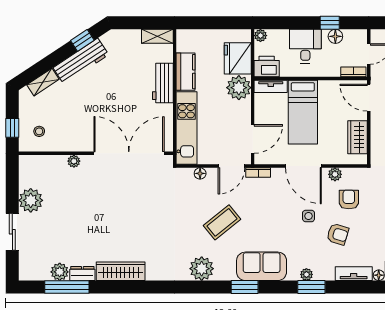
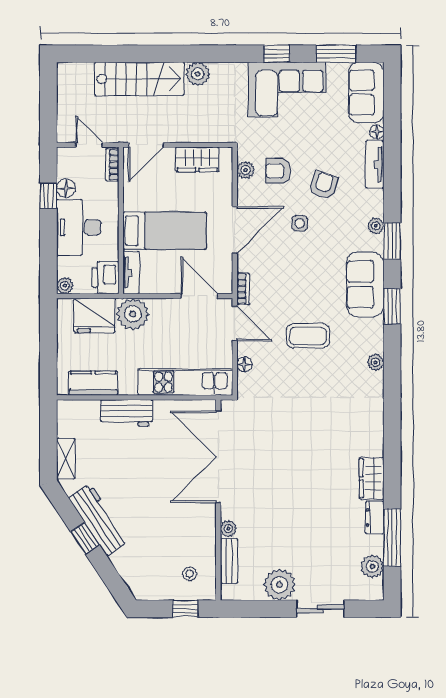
shelving: (157, 36) -> (66, 459), moved
window: (82, 40) -> (85, 538), moved
desk: (305, 46) -> (79, 227), width x1.37
kitchen counter: (186, 72) -> (93, 383), moved
shelving: (43, 82) -> (126, 569), removed
bench: (49, 162) -> (229, 561), added
plant: (335, 174) -> (246, 170), moved
coffee table: (222, 222) -> (308, 336), turned -51
plant: (202, 269) -> (376, 362), width x0.53, depth x0.53
wardrobe: (121, 271) -> (372, 478), width x0.67
plant: (60, 272) -> (372, 567), moved
window: (311, 287) -> (392, 241), moved

